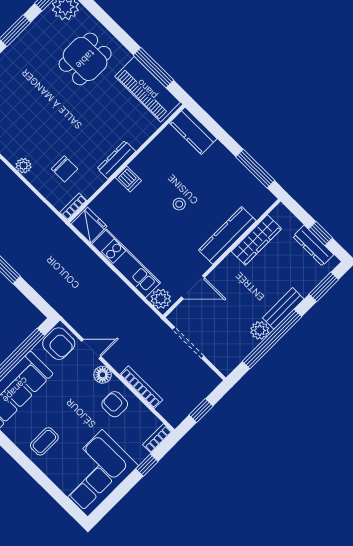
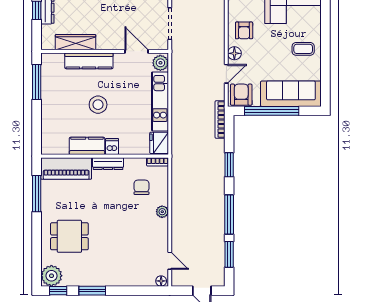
piano: (147, 89) -> (66, 168), moved, turned 90
kitchen counter: (193, 131) -> (87, 146), moved, turned -90
stool: (179, 204) -> (98, 105), width x1.89, depth x1.89
door: (91, 349) -> (226, 74), swing flipped
bookcase: (141, 387) -> (220, 119), moved

